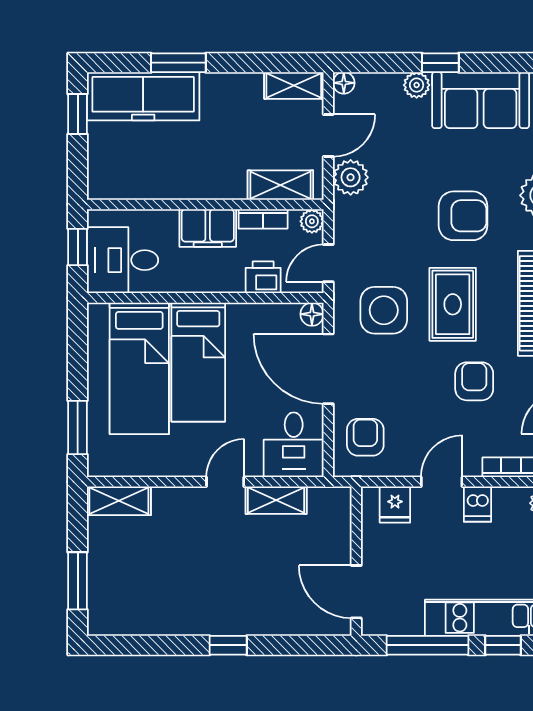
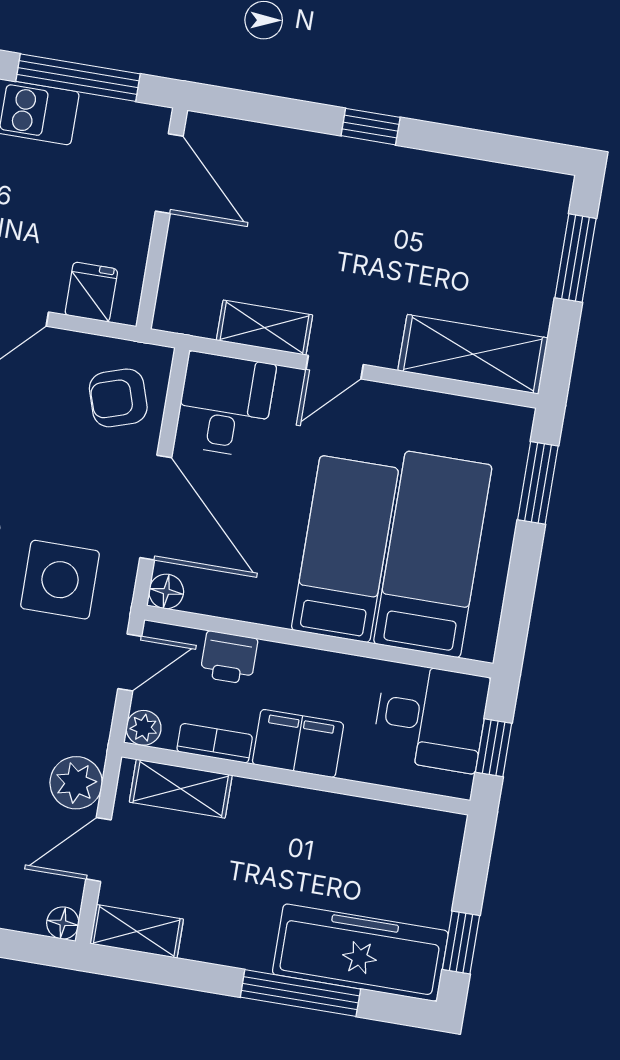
window: (178, 63) -> (300, 993), width x1.44
armchair: (365, 437) -> (118, 398), turned 72
shelving: (119, 501) -> (473, 354), width x1.50, depth x1.33

